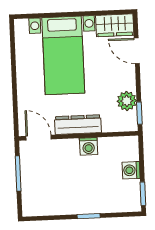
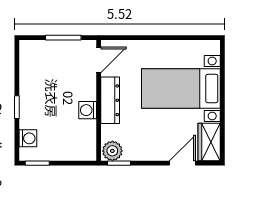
plant: (127, 101) -> (112, 151), moved
washing machine: (131, 170) -> (28, 138), moved, turned 90

